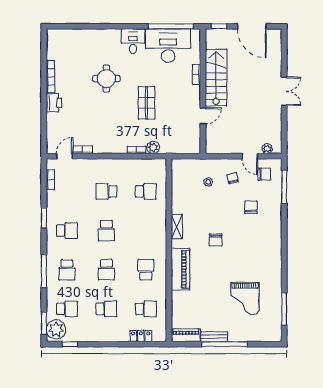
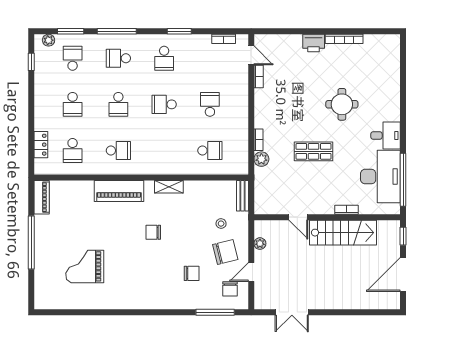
double door: (284, 91) -> (292, 312), moved
plant: (267, 149) -> (260, 244), moved
chair: (233, 178) -> (225, 252), width x1.87, depth x1.87
school desk: (146, 191) -> (210, 150), turned -90
school desk: (106, 270) -> (118, 104), turned -90
school desk: (67, 309) -> (73, 58), turned 180
window: (284, 309) -> (73, 312), removed
window: (44, 323) -> (71, 31), moved
plant: (56, 329) -> (49, 40), width x0.53, depth x0.53
bench: (214, 337) -> (242, 196), moved

